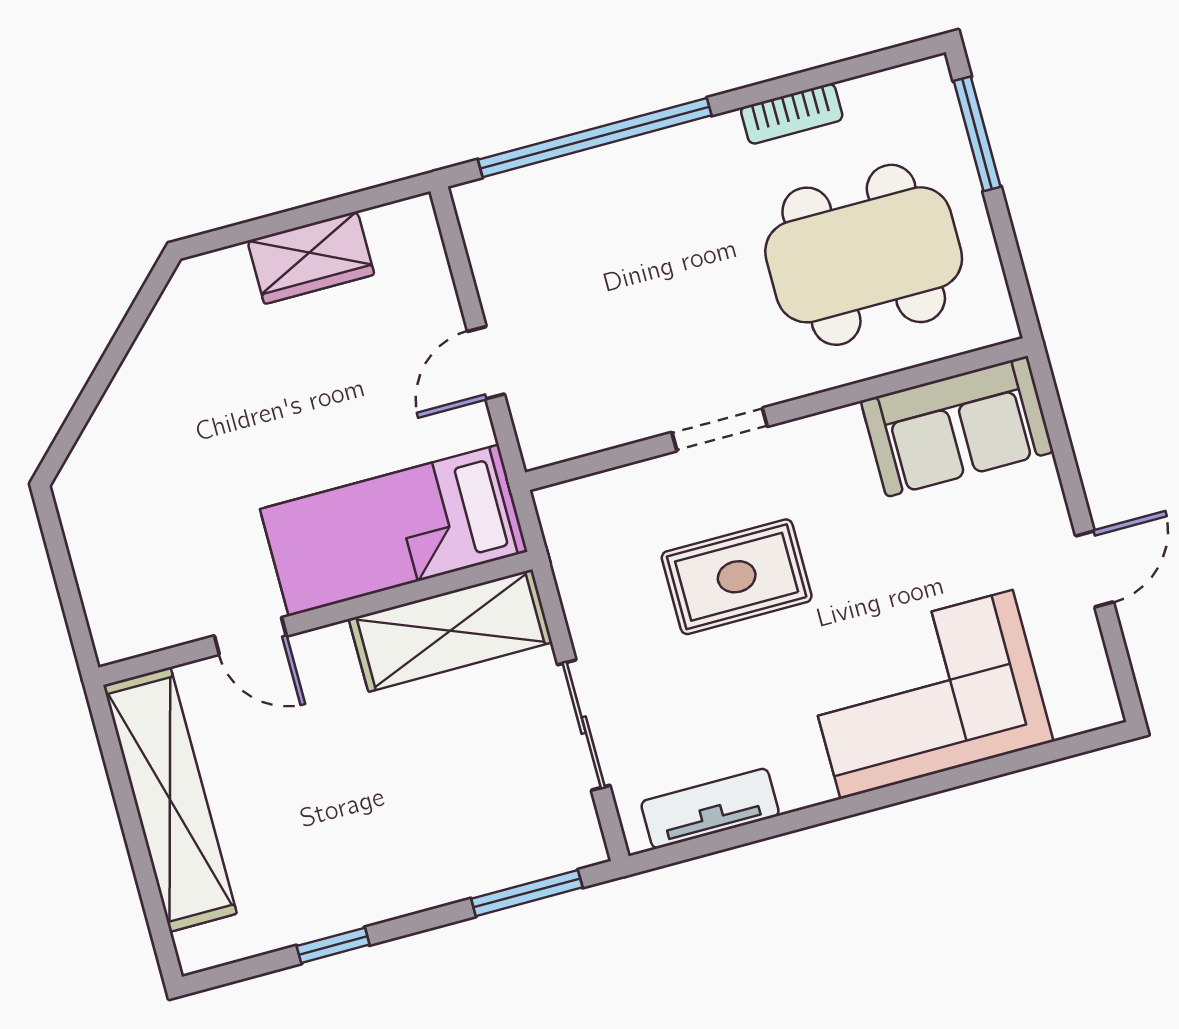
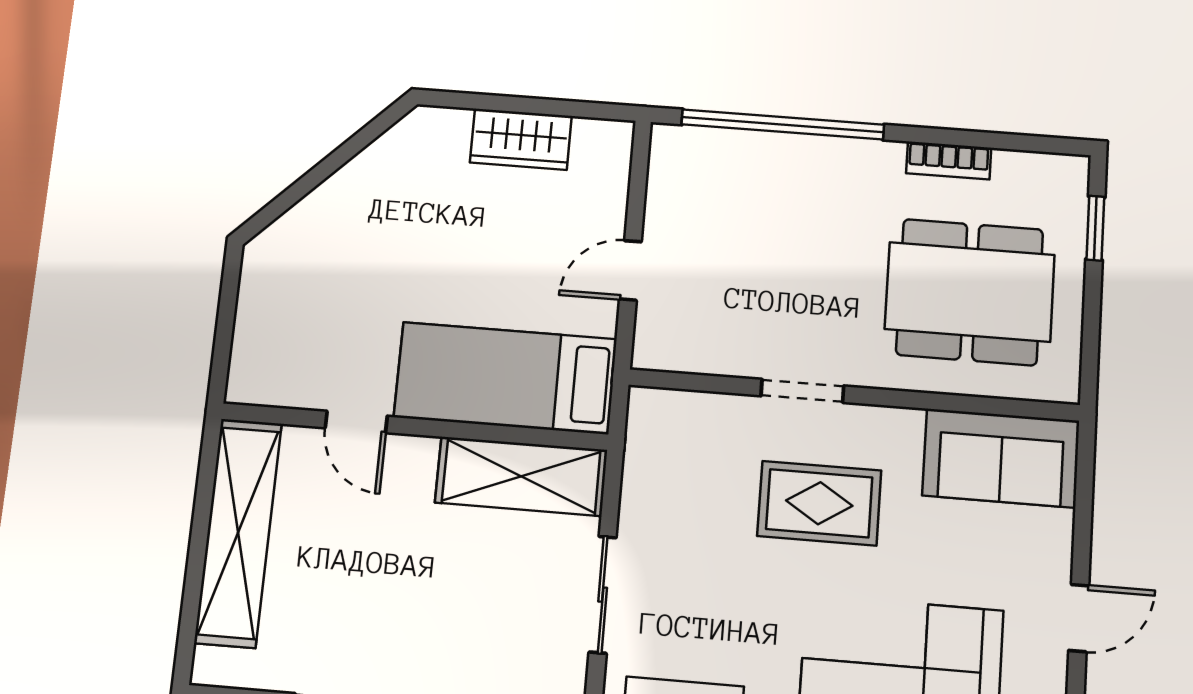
window: (977, 134) -> (1095, 228), width x0.67
rug: (737, 577) -> (819, 503), moved

